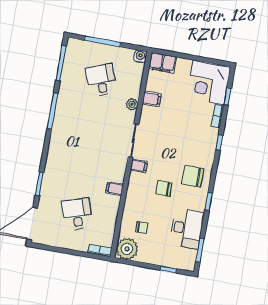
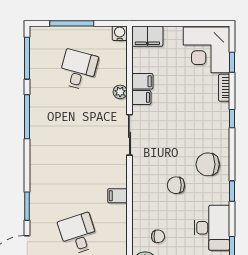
desk: (101, 80) -> (78, 70), turned 36
filing cabinet: (139, 166) -> (141, 97), moved

